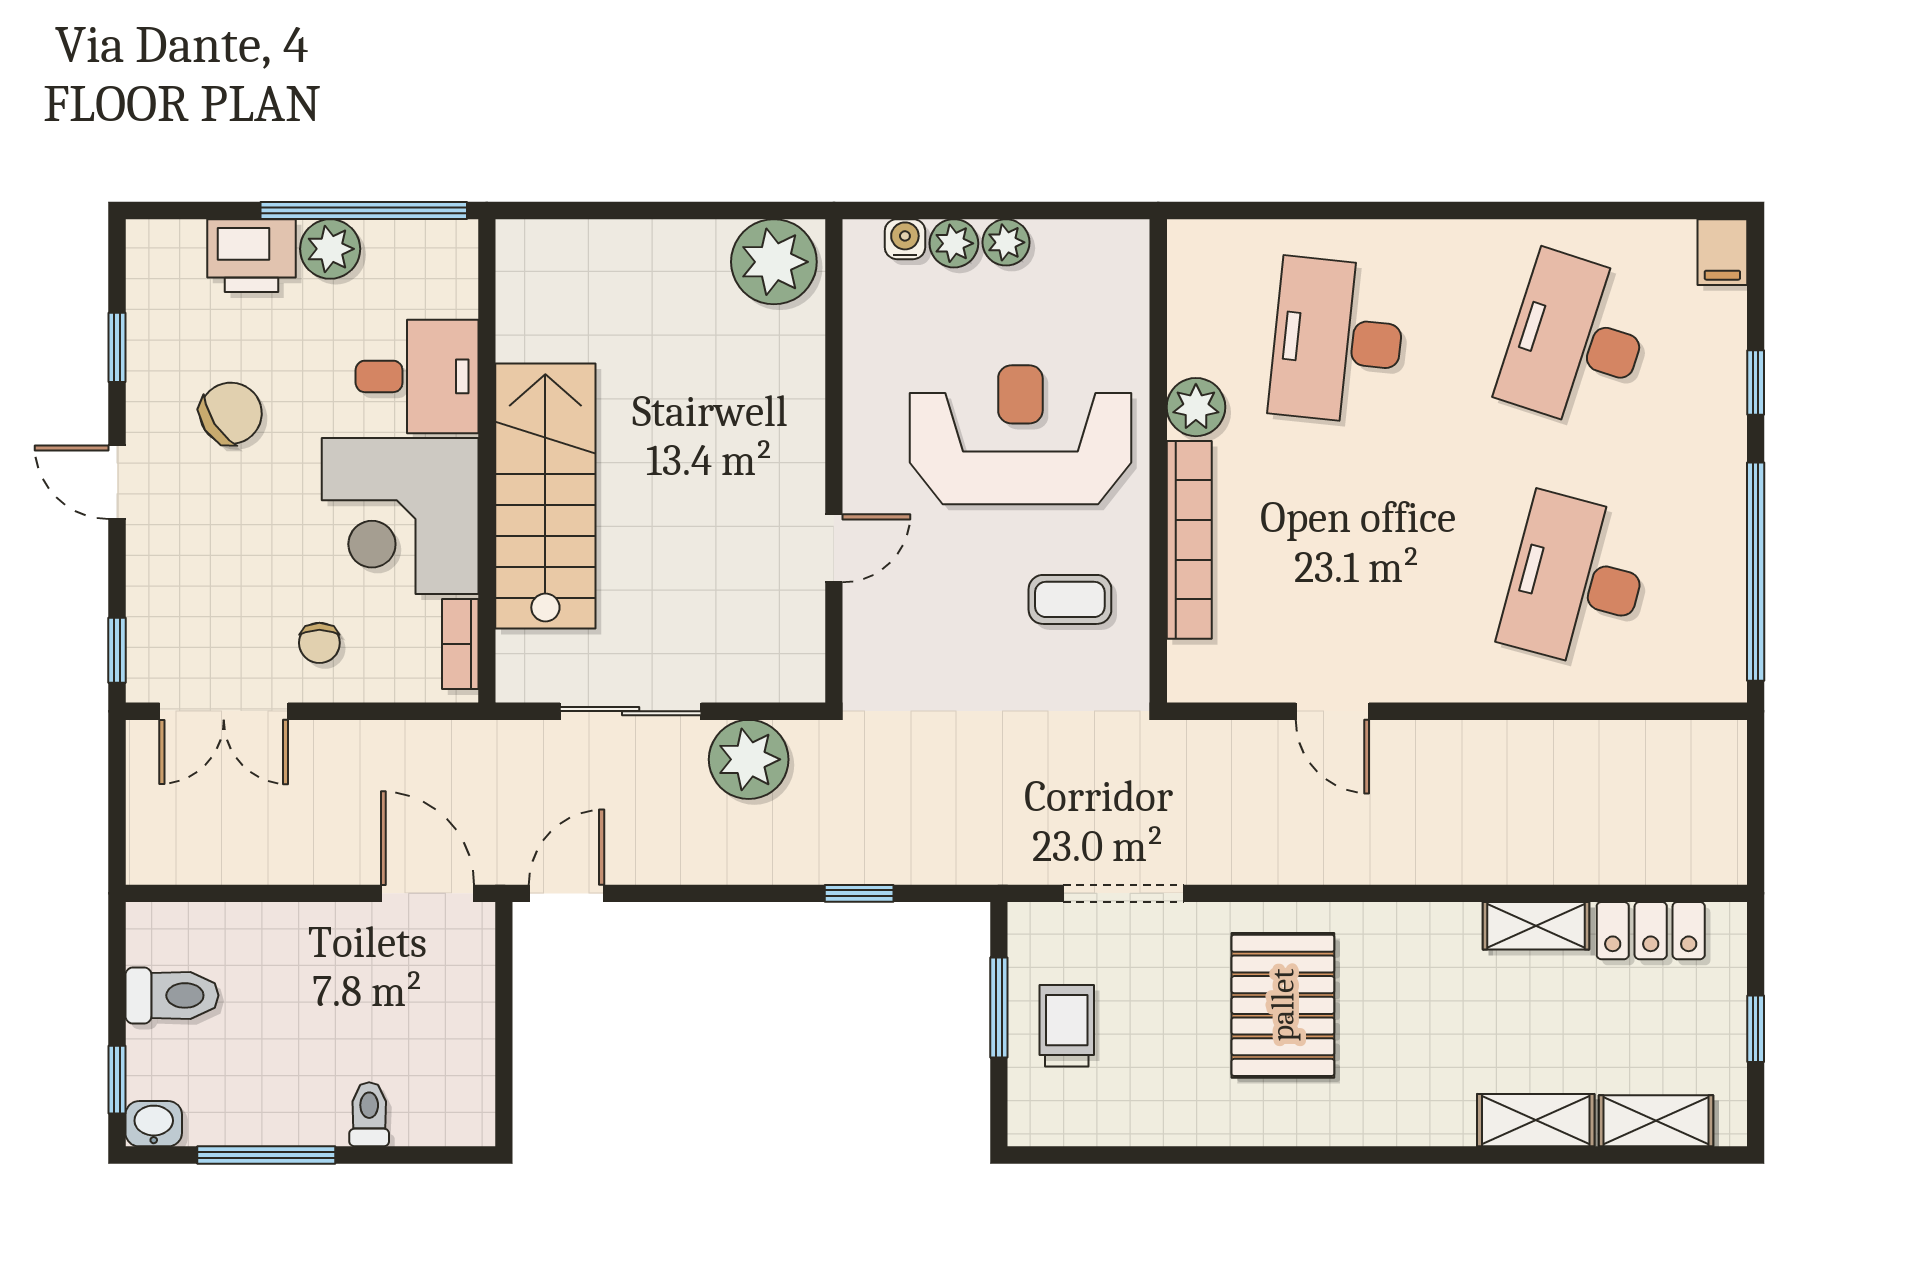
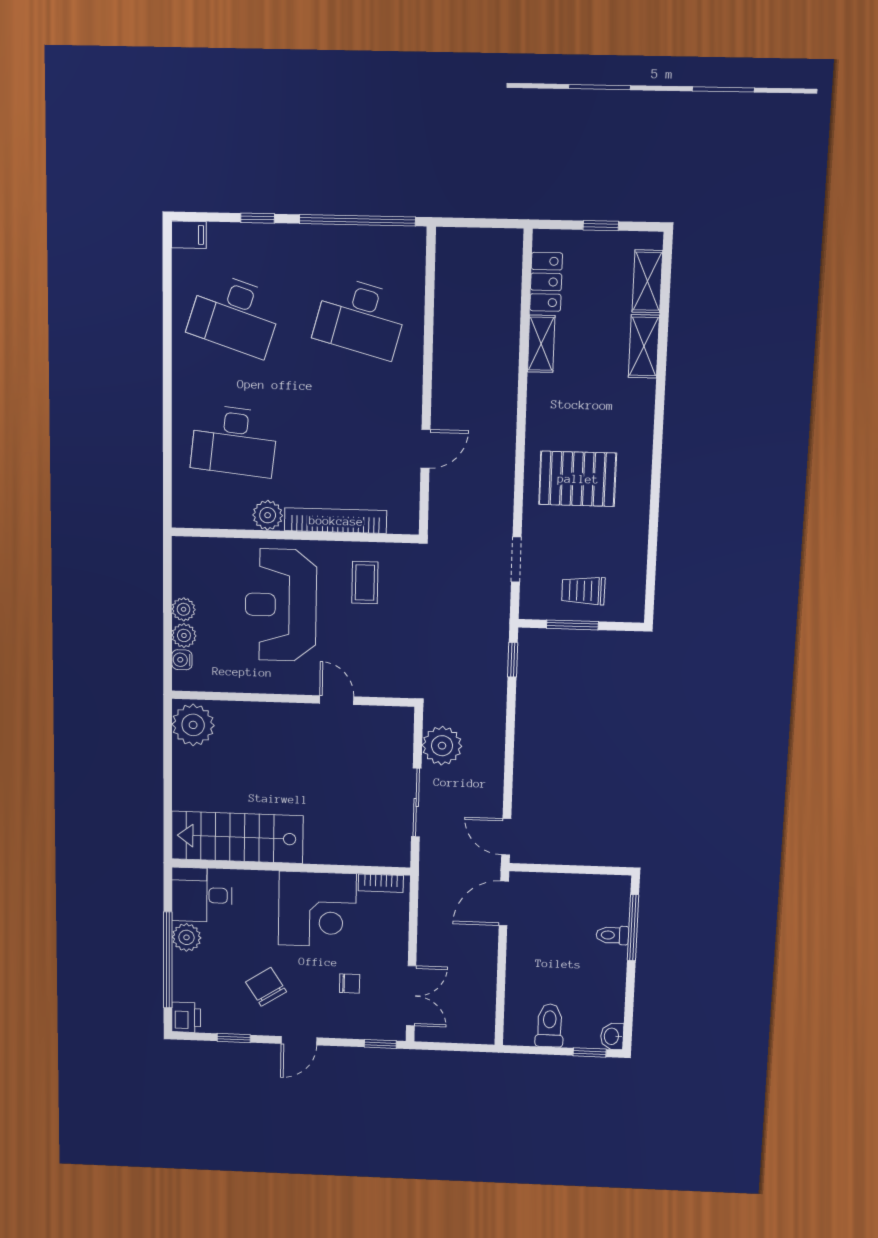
window: (364, 211) -> (168, 960), moved
printer: (251, 256) -> (186, 1017), moved, width x0.73, depth x0.81
desk: (417, 376) -> (202, 895), moved, turned -90
stairs: (545, 496) -> (237, 837), moved
chair: (319, 643) -> (350, 984), moved
window: (859, 893) -> (513, 660), moved
doorway: (1124, 893) -> (516, 560), width x0.73
window: (266, 1155) -> (633, 928), moved

